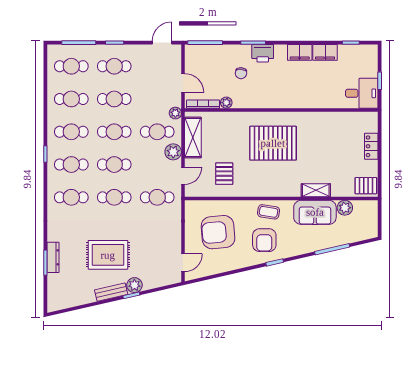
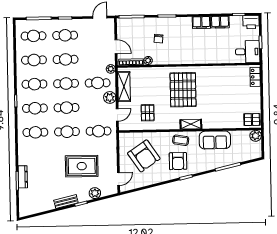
printer: (263, 53) -> (251, 22), moved
pallet: (273, 143) -> (183, 90), turned 90
locker: (371, 146) -> (255, 77), moved
shelving: (316, 190) -> (191, 124), moved
plant: (345, 208) -> (256, 136), moved
armchair: (218, 232) -> (144, 156), turned -119
rug: (108, 255) -> (82, 166), moved
plant: (134, 285) -> (95, 193), moved

